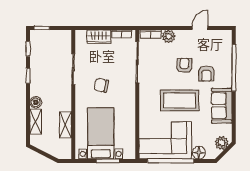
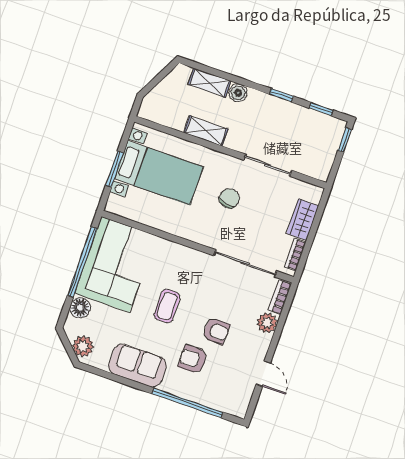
coffee table: (180, 100) -> (167, 306), width x0.54, depth x0.58
shelving: (65, 125) -> (206, 131), moved

